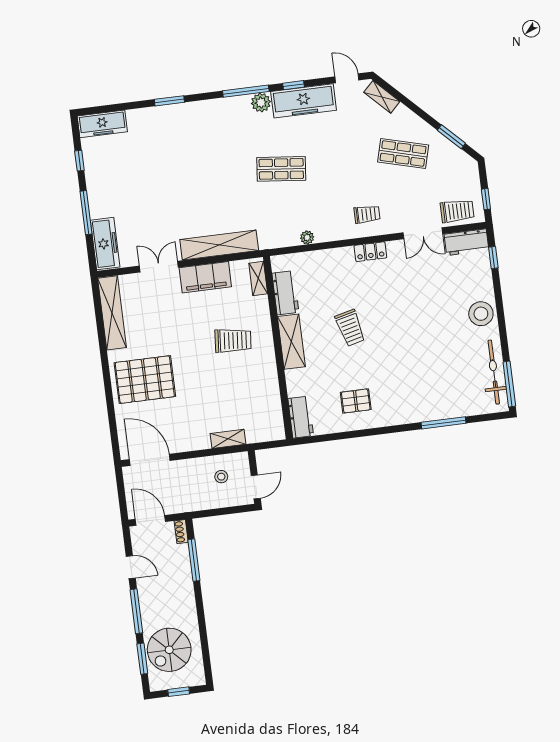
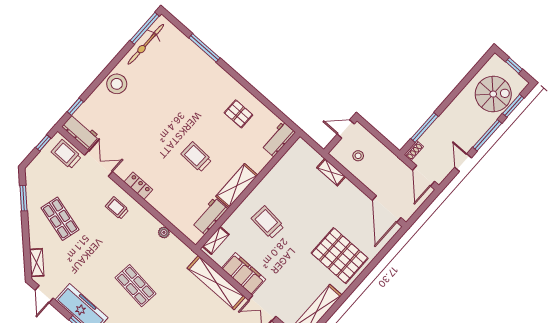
trolley: (350, 328) -> (196, 157), turned -74

